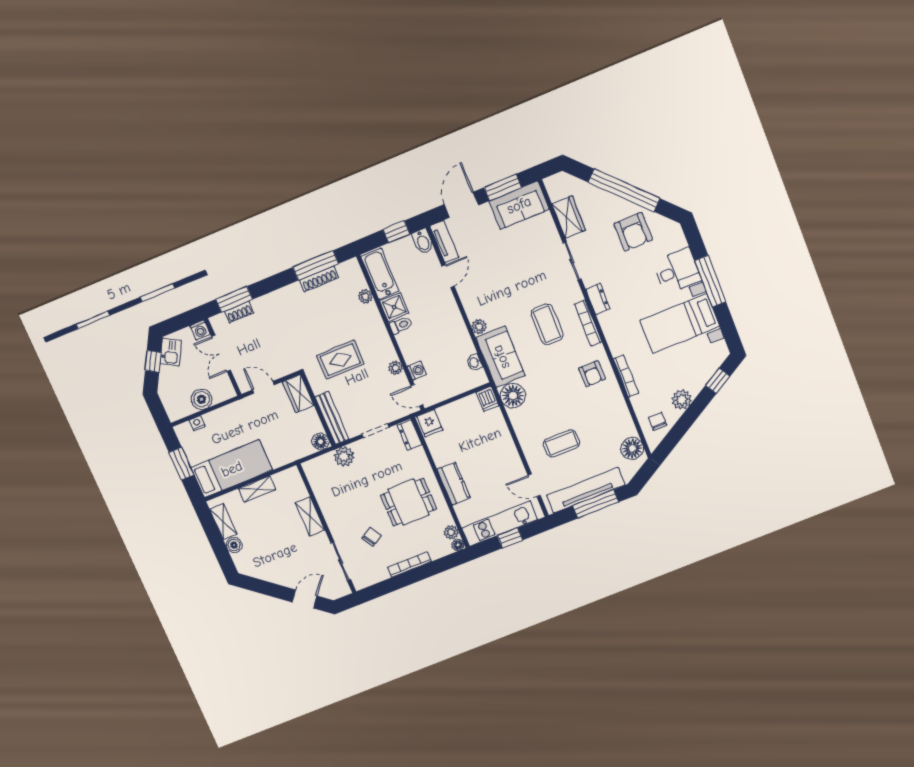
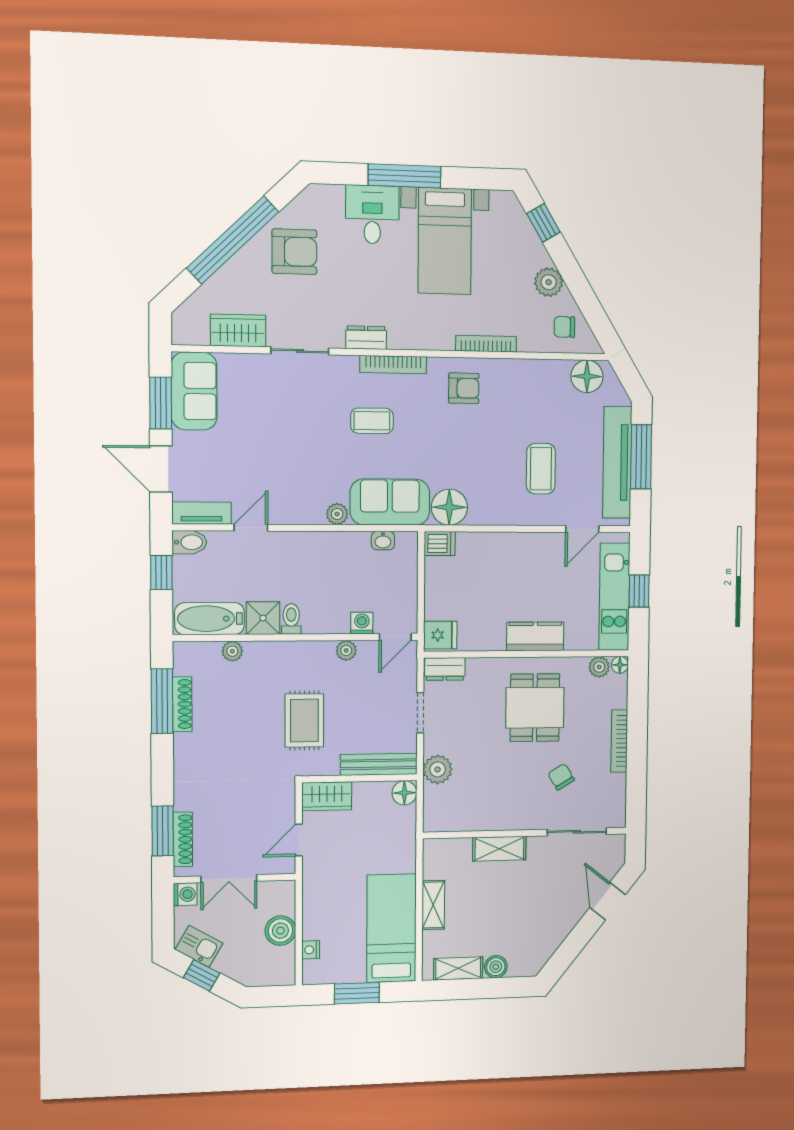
door: (448, 276) -> (251, 528), hinge flipped
shoe rack: (239, 312) -> (183, 839), width x1.43
coffee table: (547, 324) -> (372, 421), width x0.73, depth x0.77

